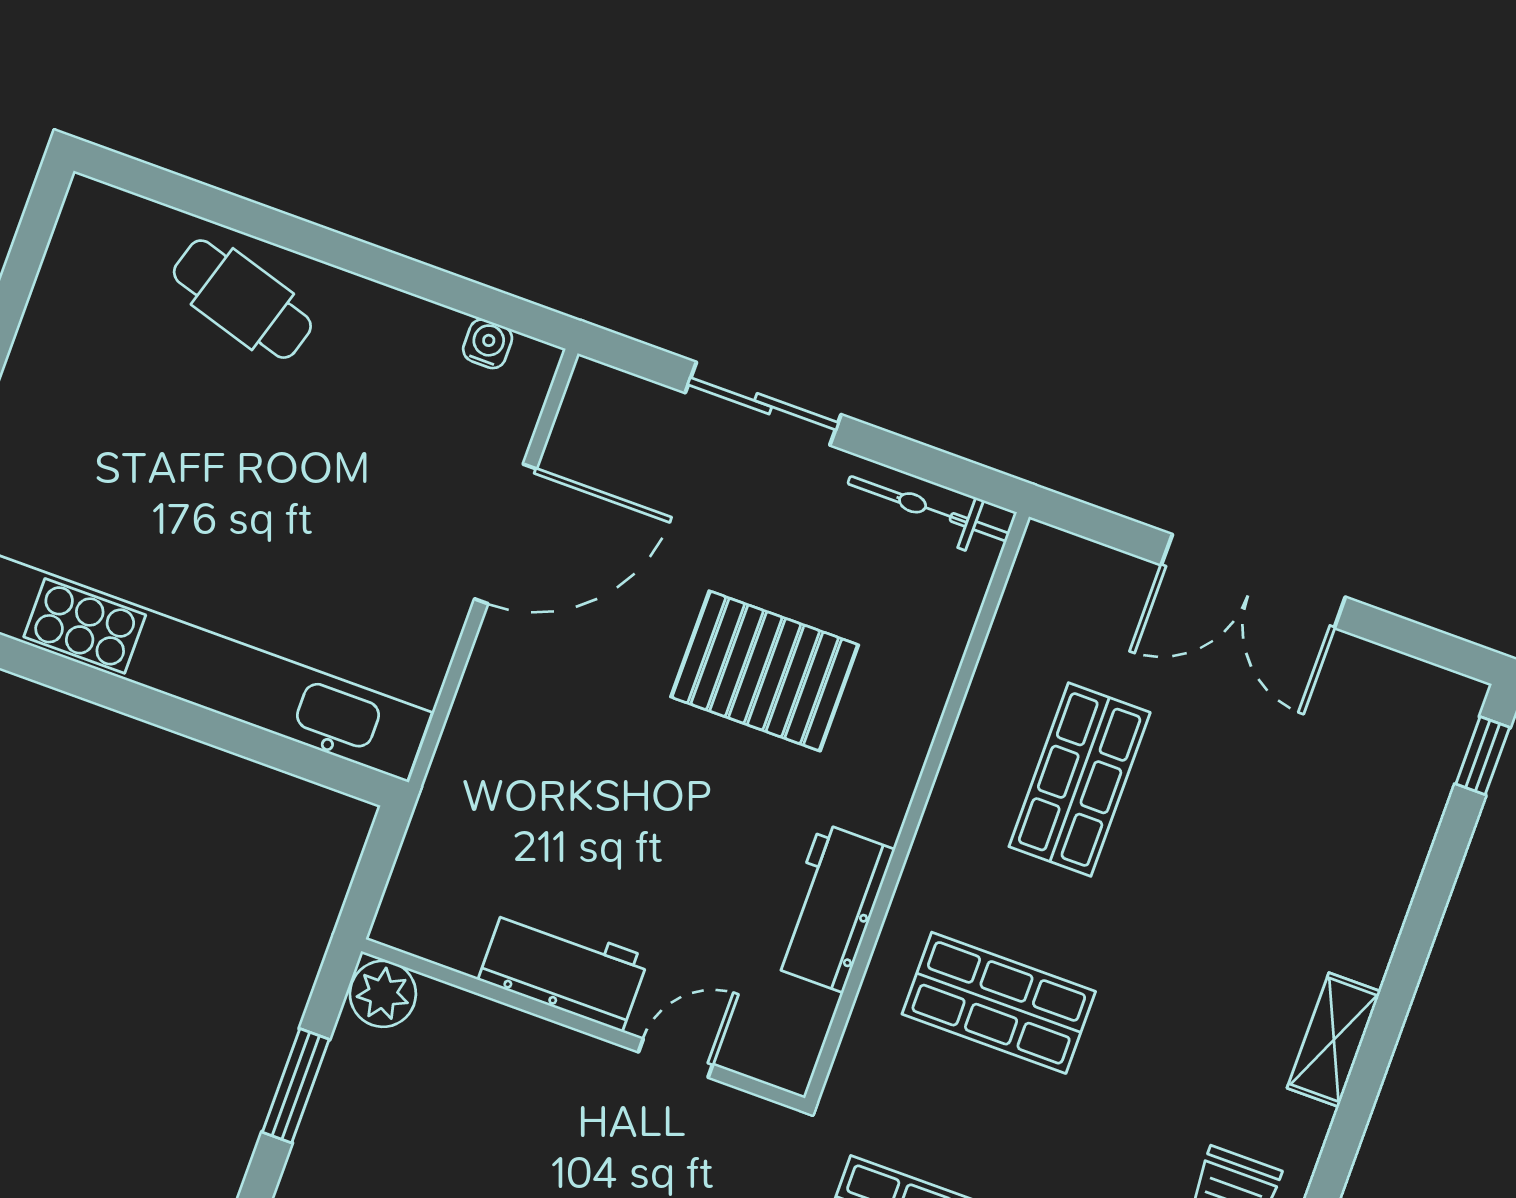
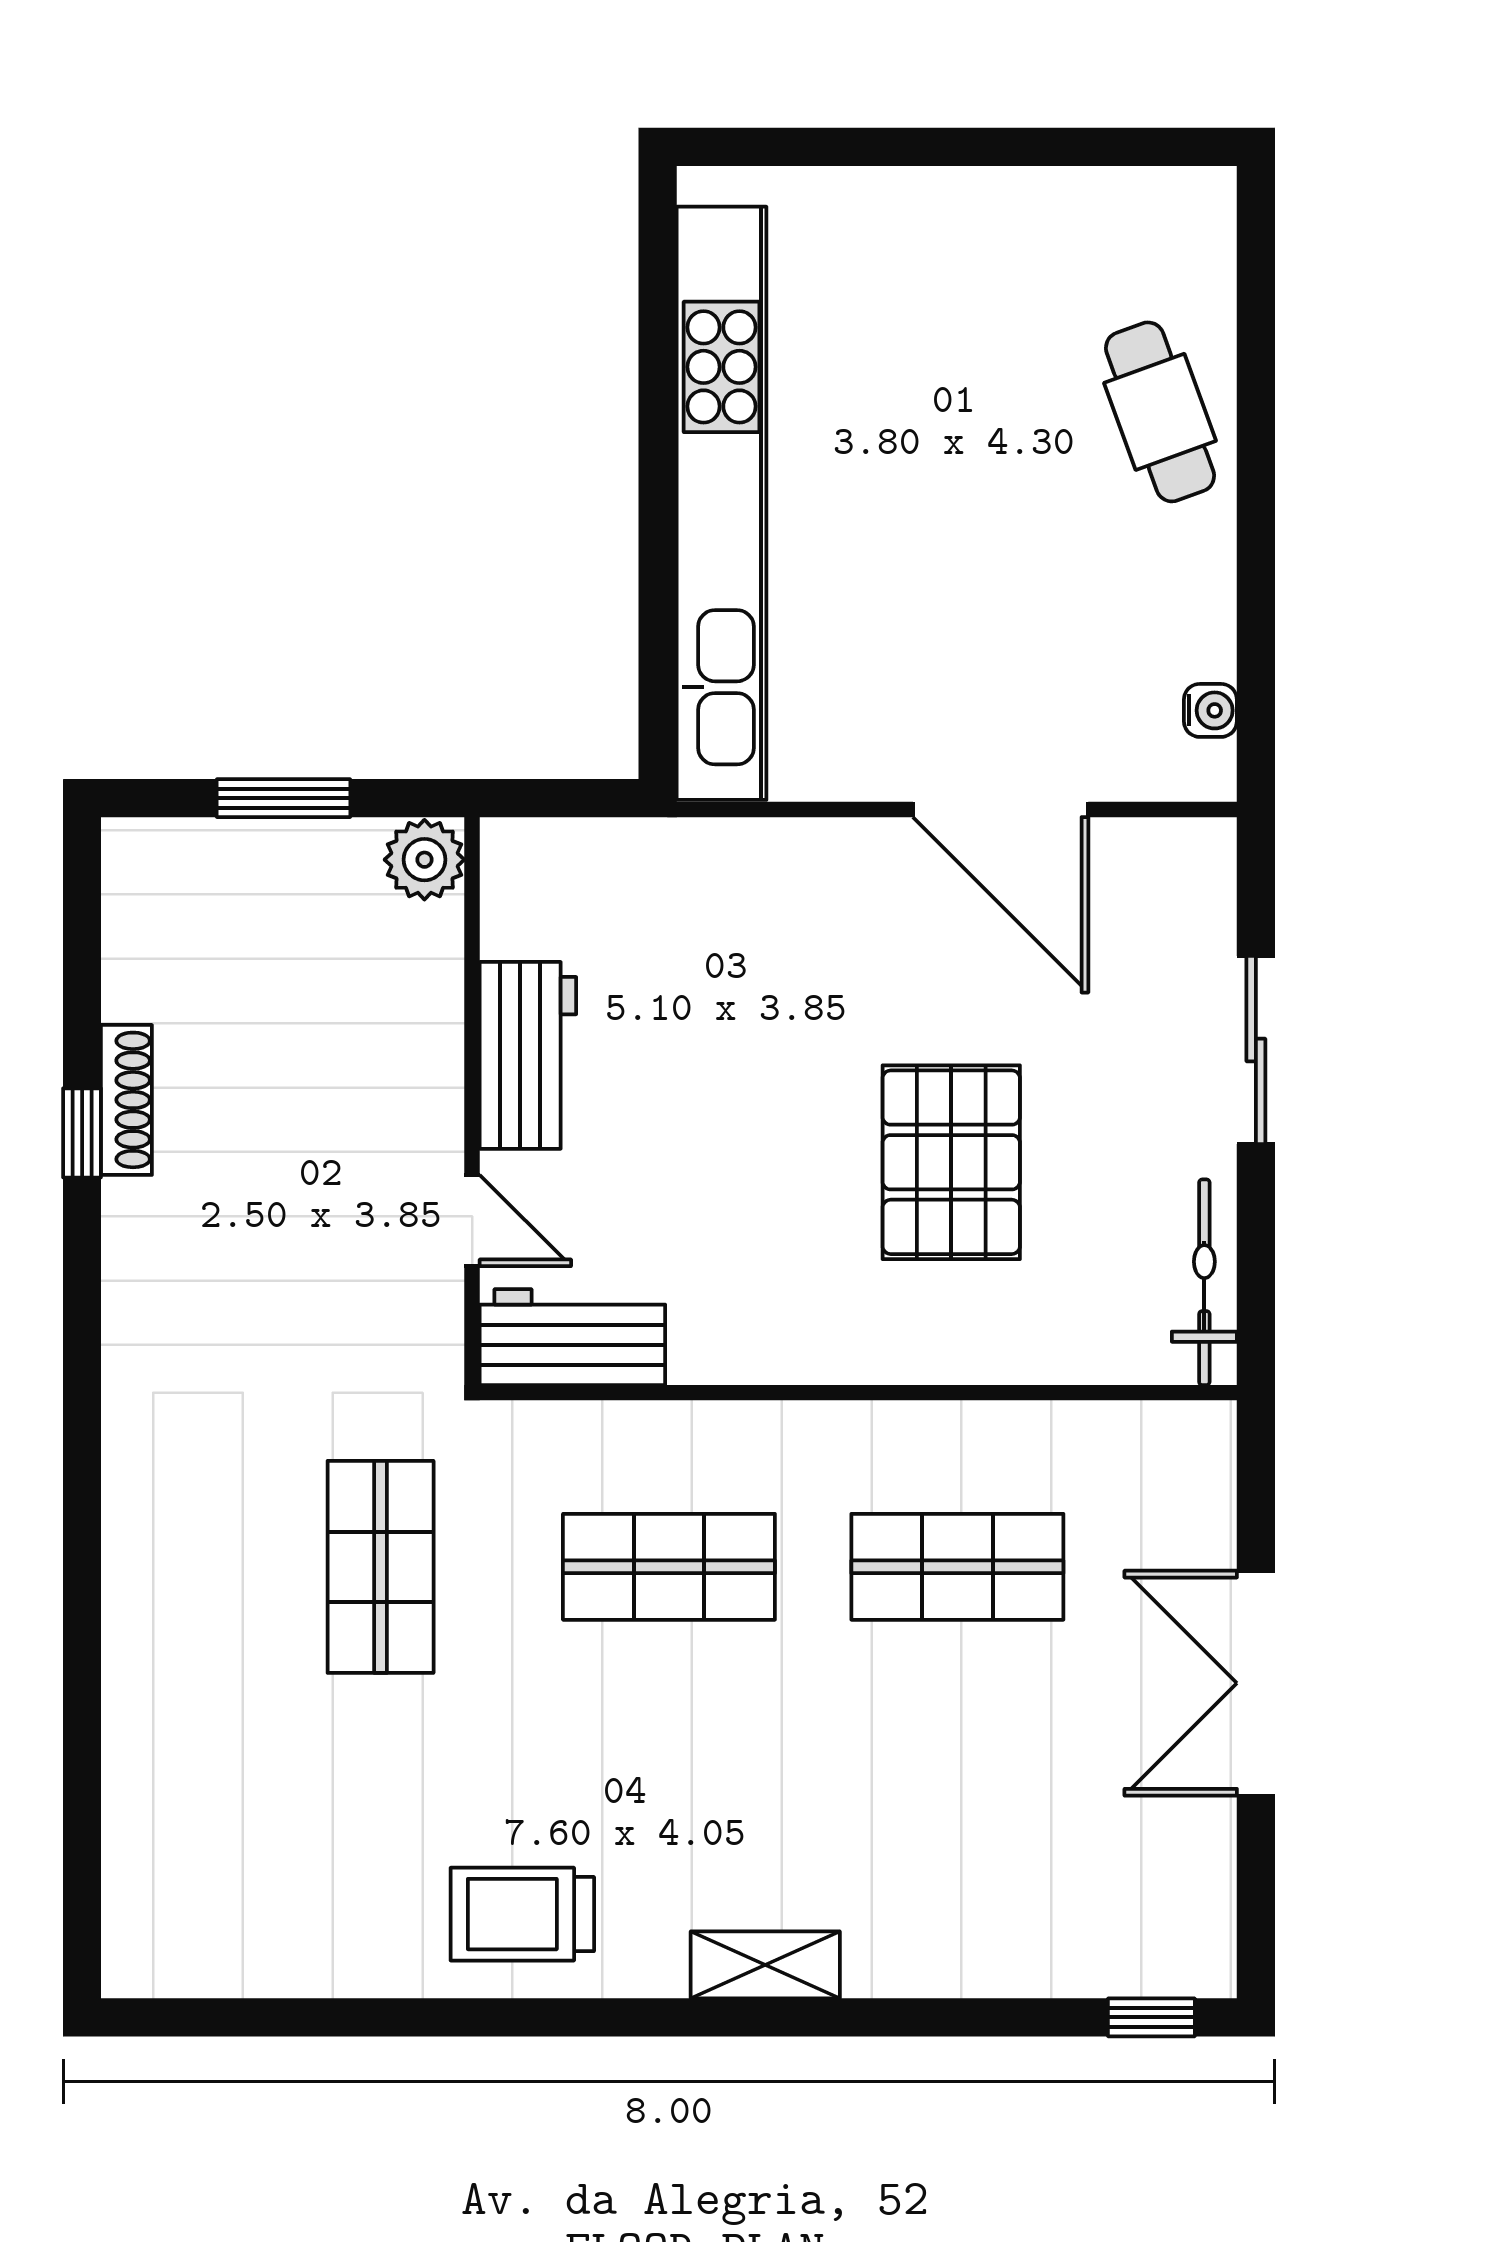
cafe table: (242, 299) -> (1160, 412), turned -37
workbench: (832, 908) -> (572, 1337), moved
shop shelf: (999, 1003) -> (669, 1567), turned 90

